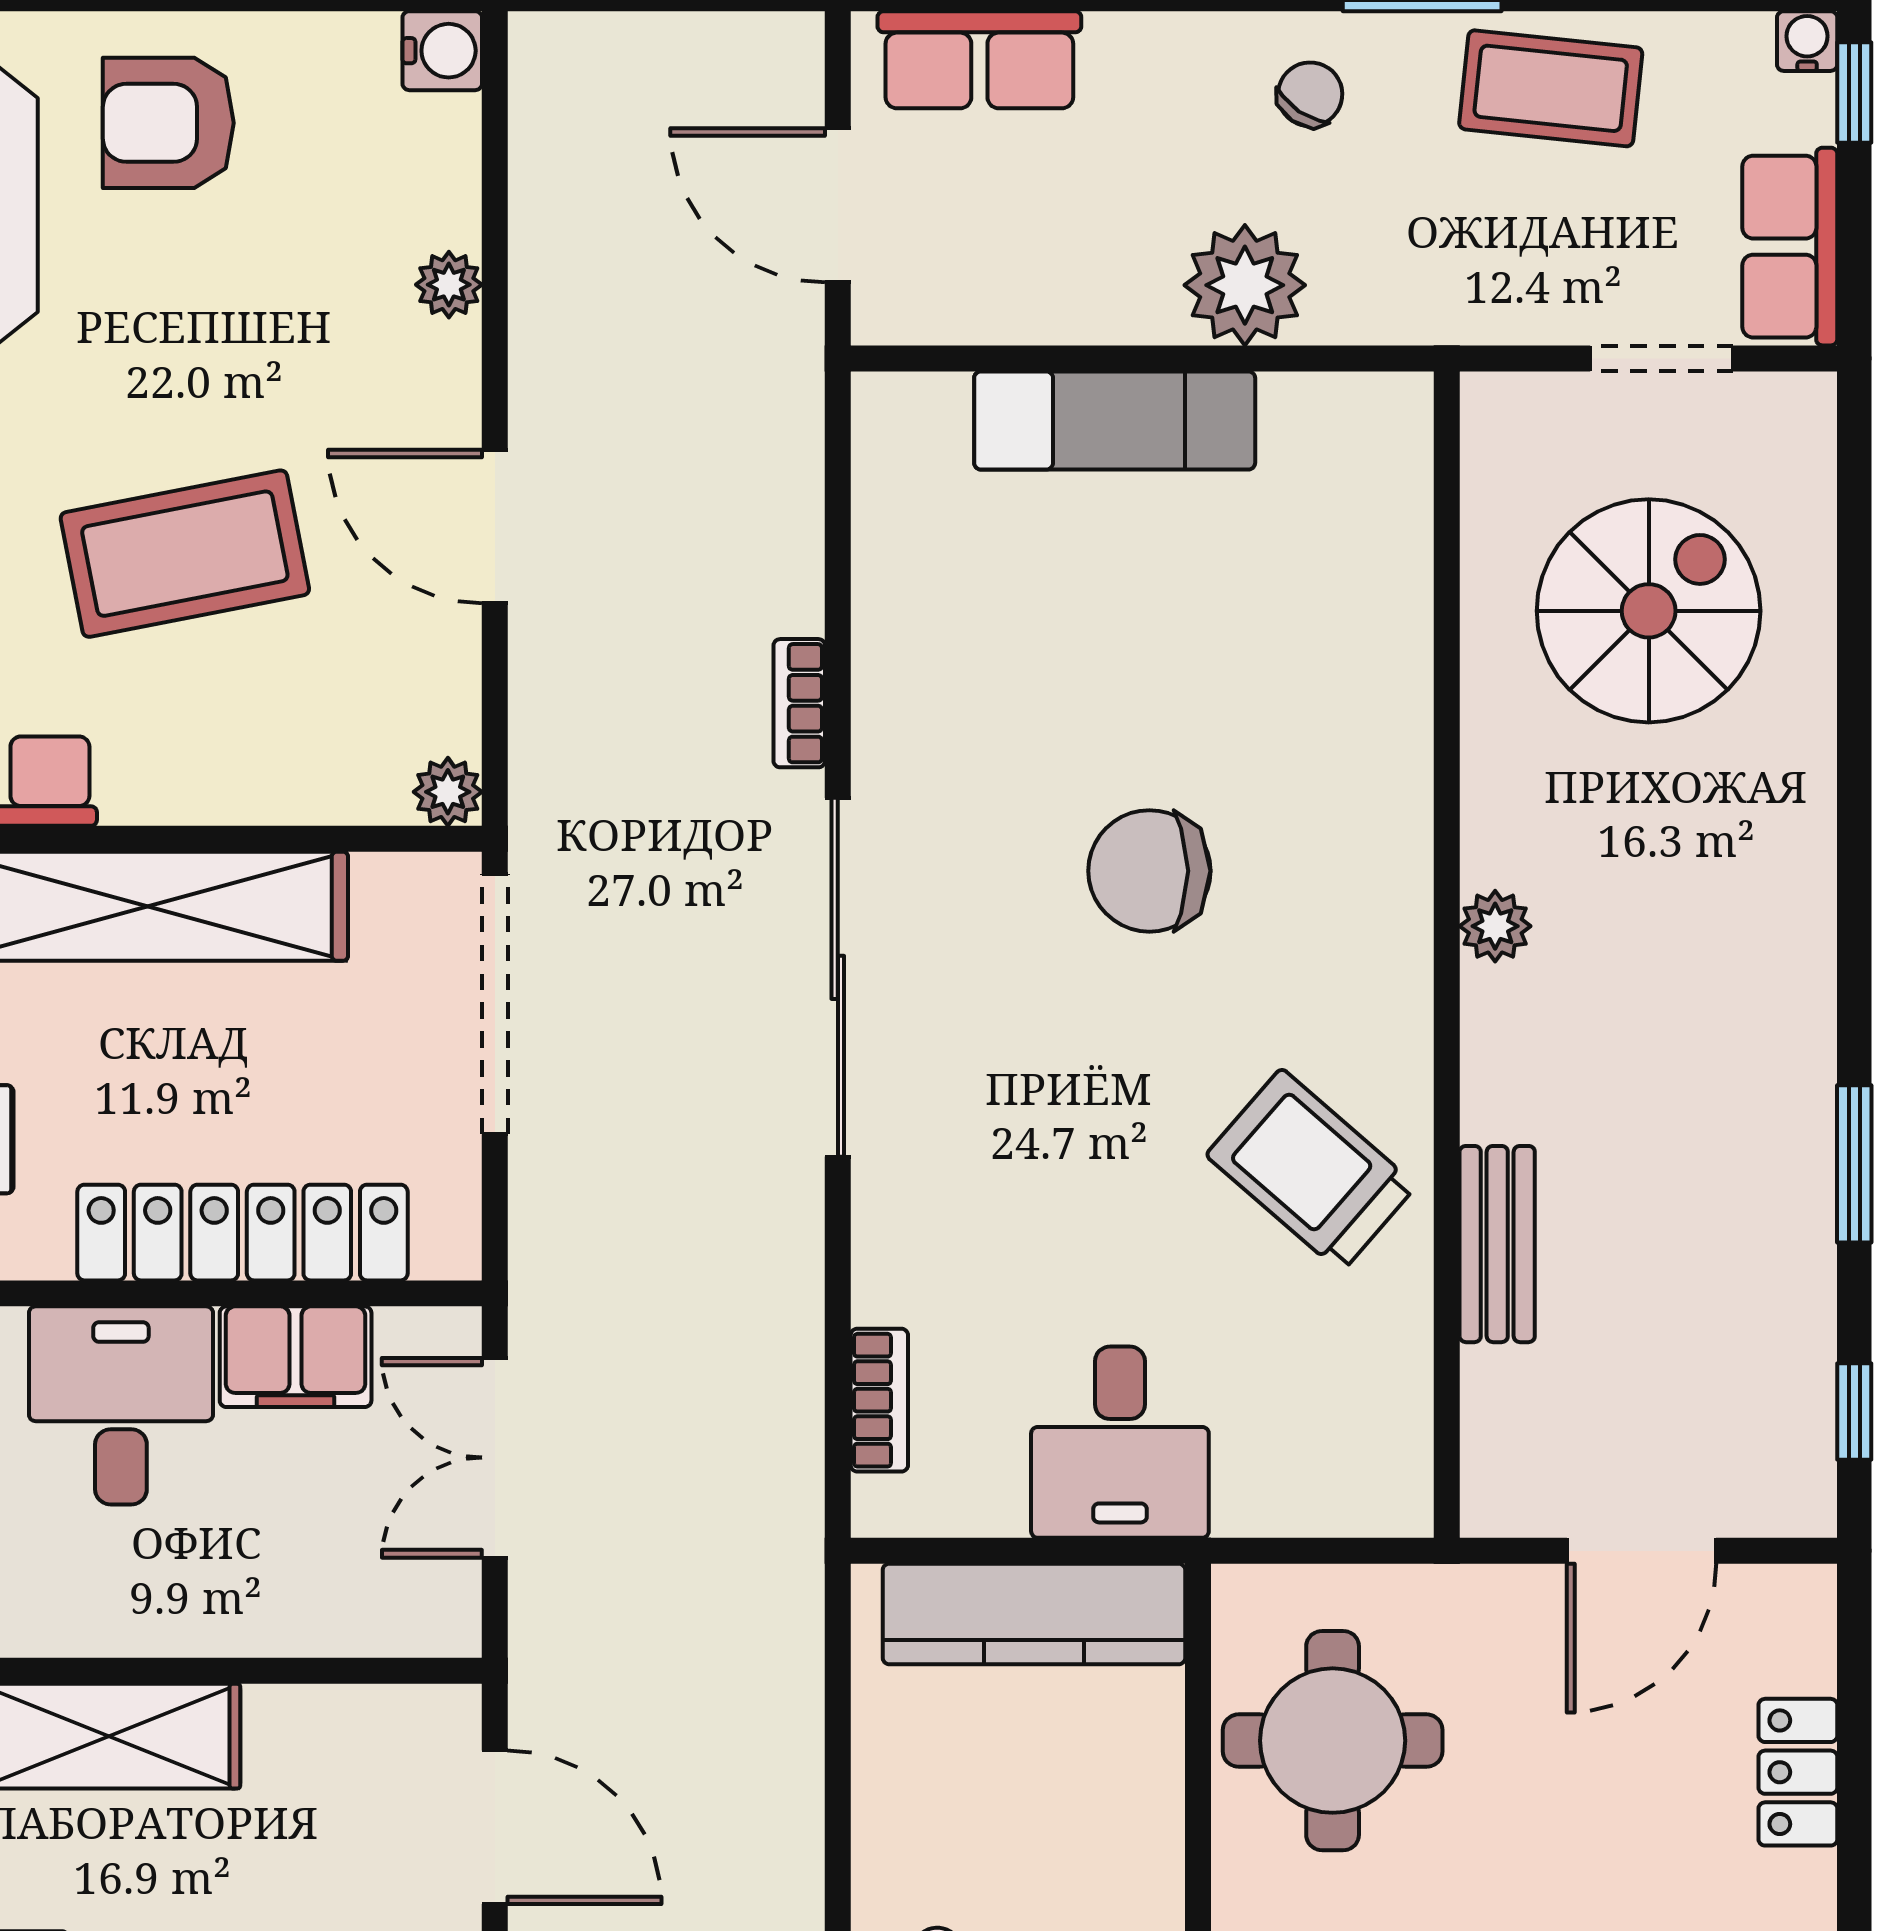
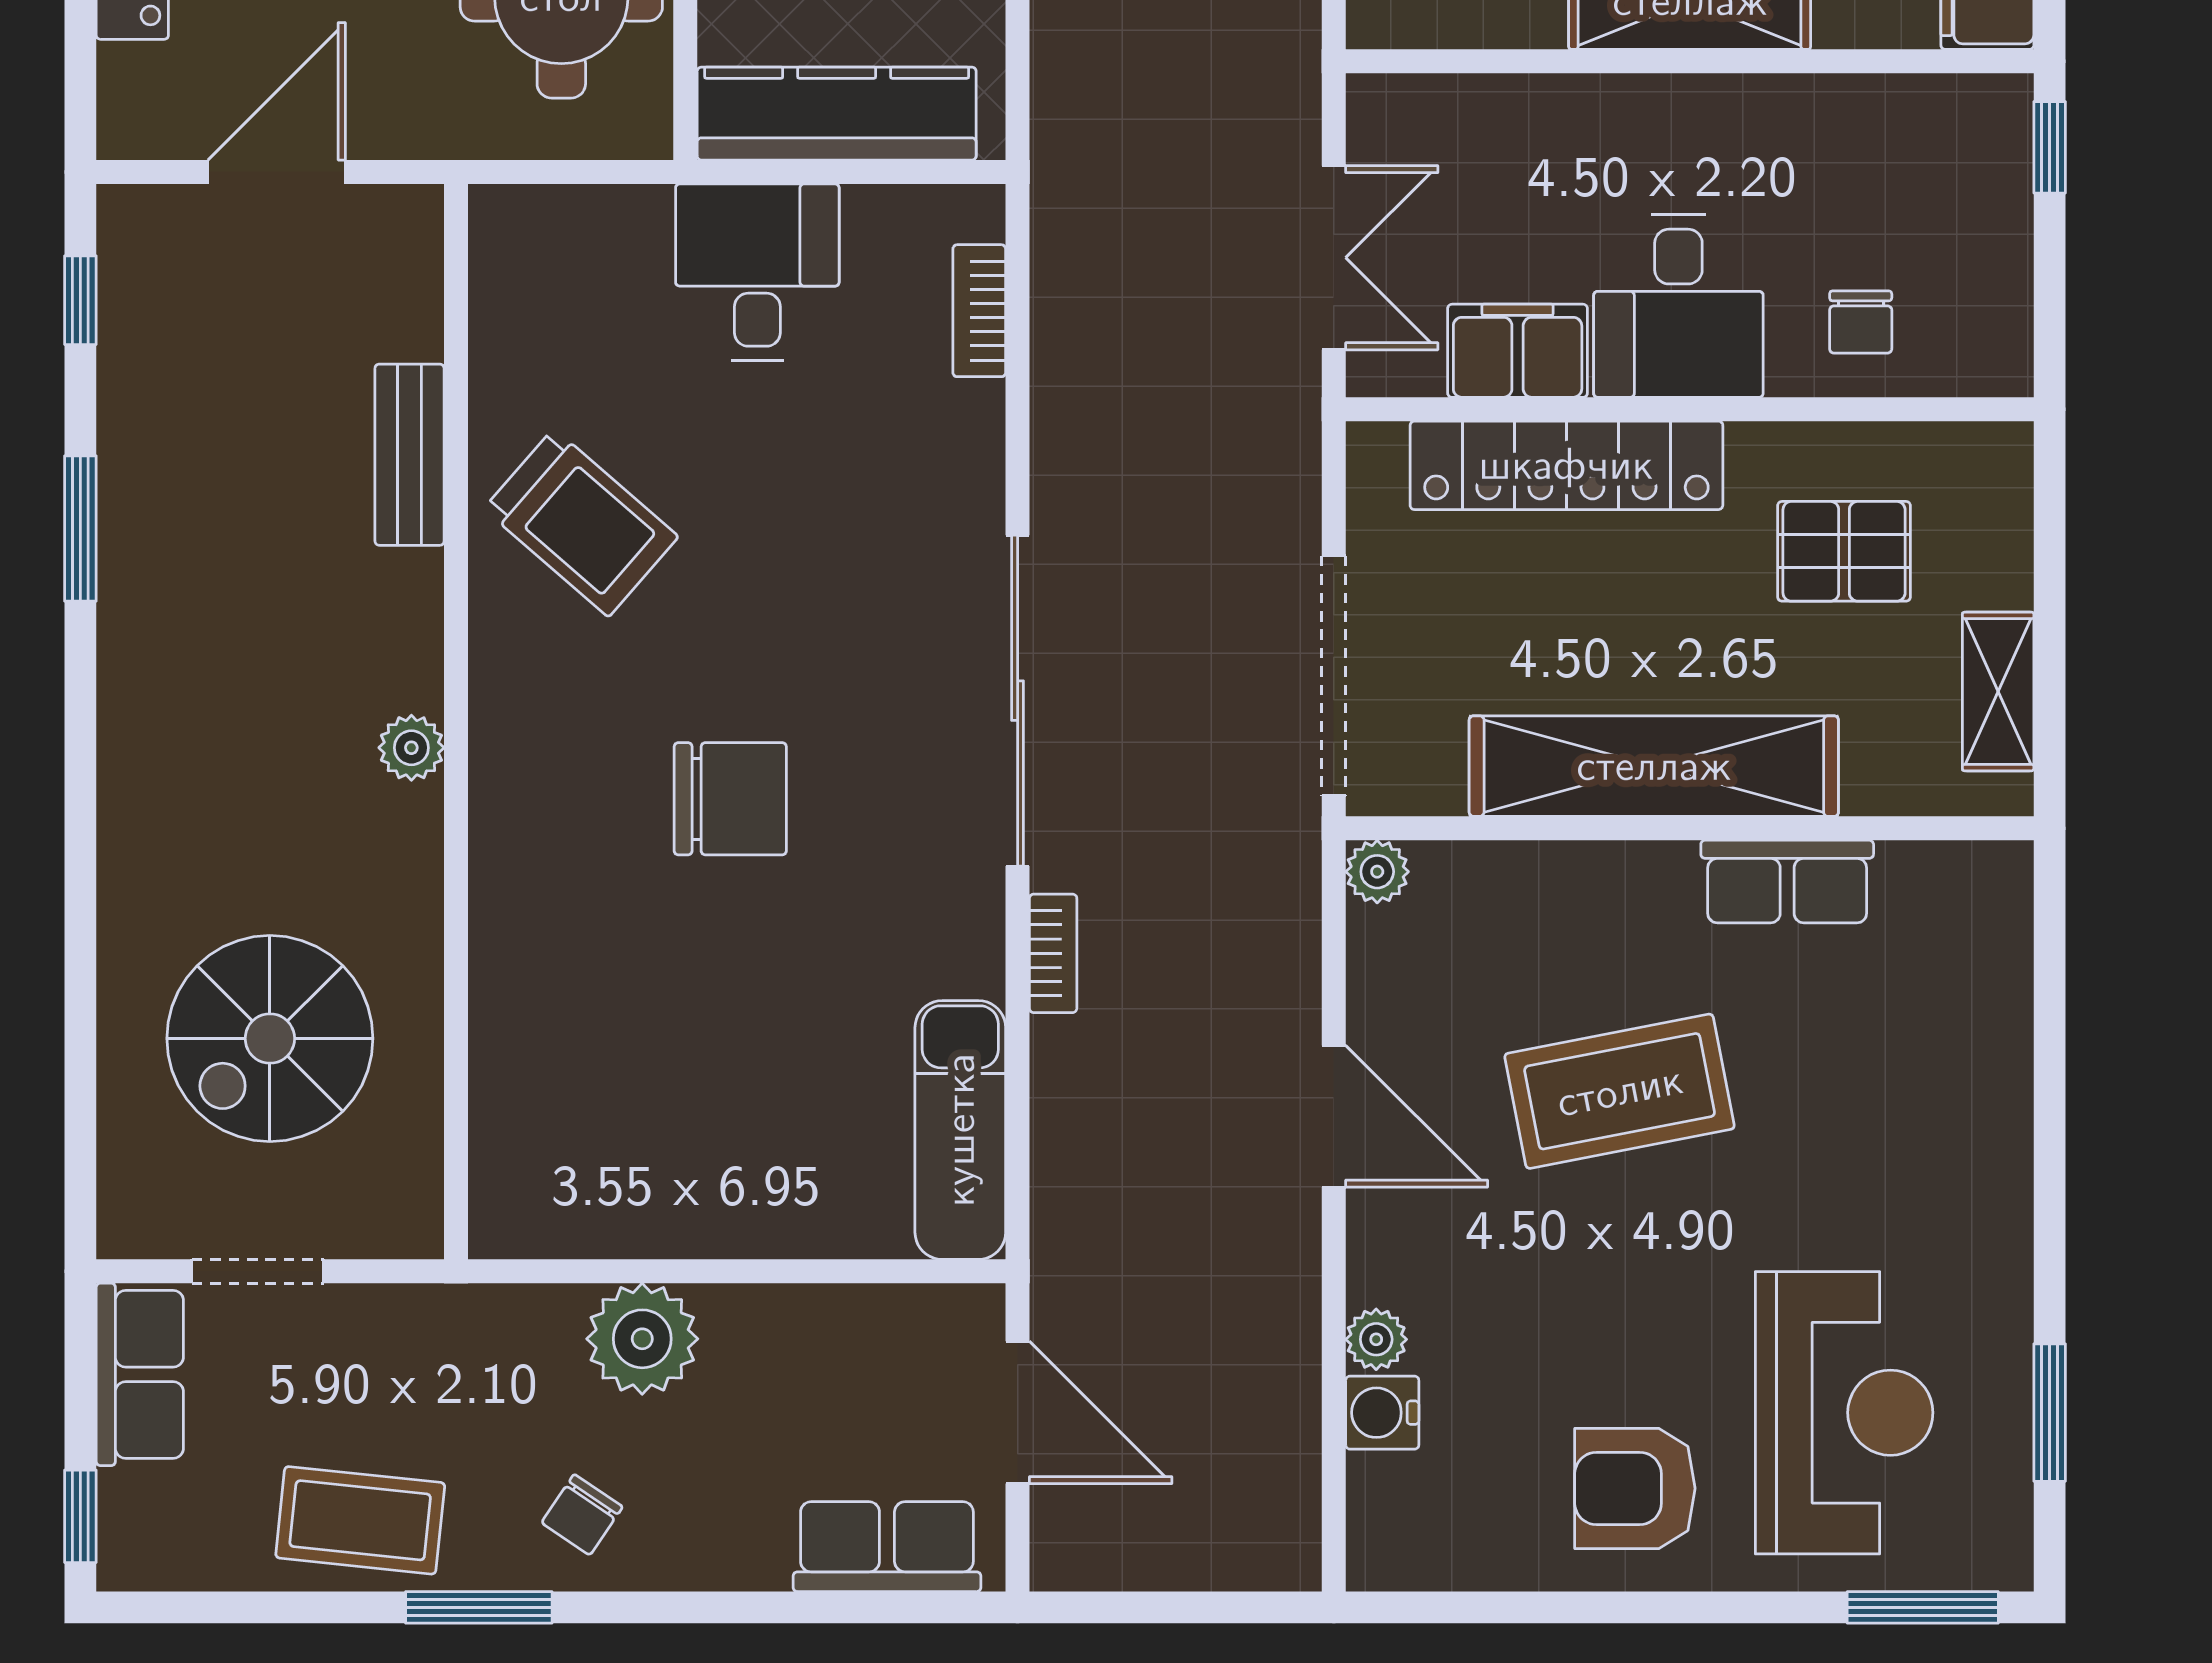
water cooler: (1807, 41) -> (124, 1564), removed
water cooler: (442, 51) -> (1382, 1413), moved
armchair: (168, 123) -> (1635, 1488), turned 180
exam couch: (1115, 420) -> (960, 1130), moved, turned -90

